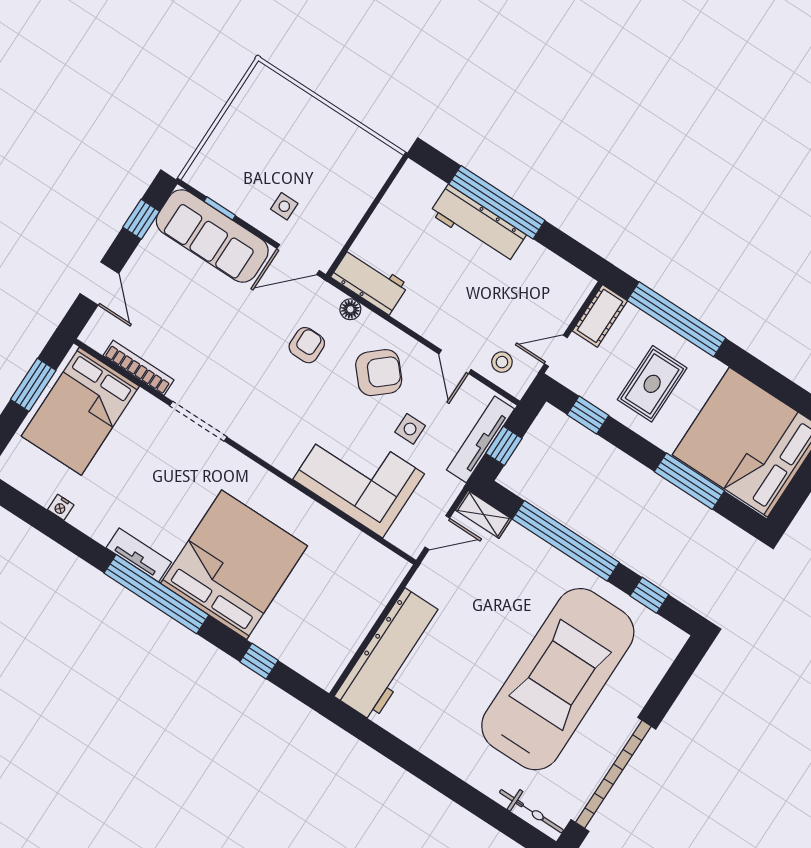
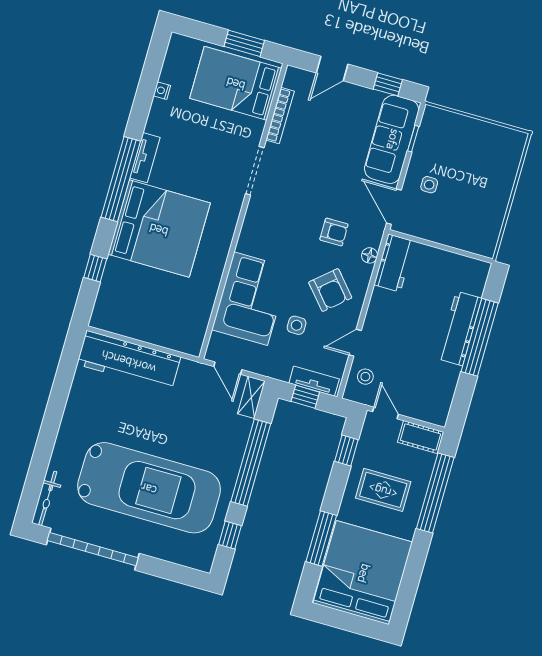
tv unit: (480, 439) -> (314, 381), width x0.71

